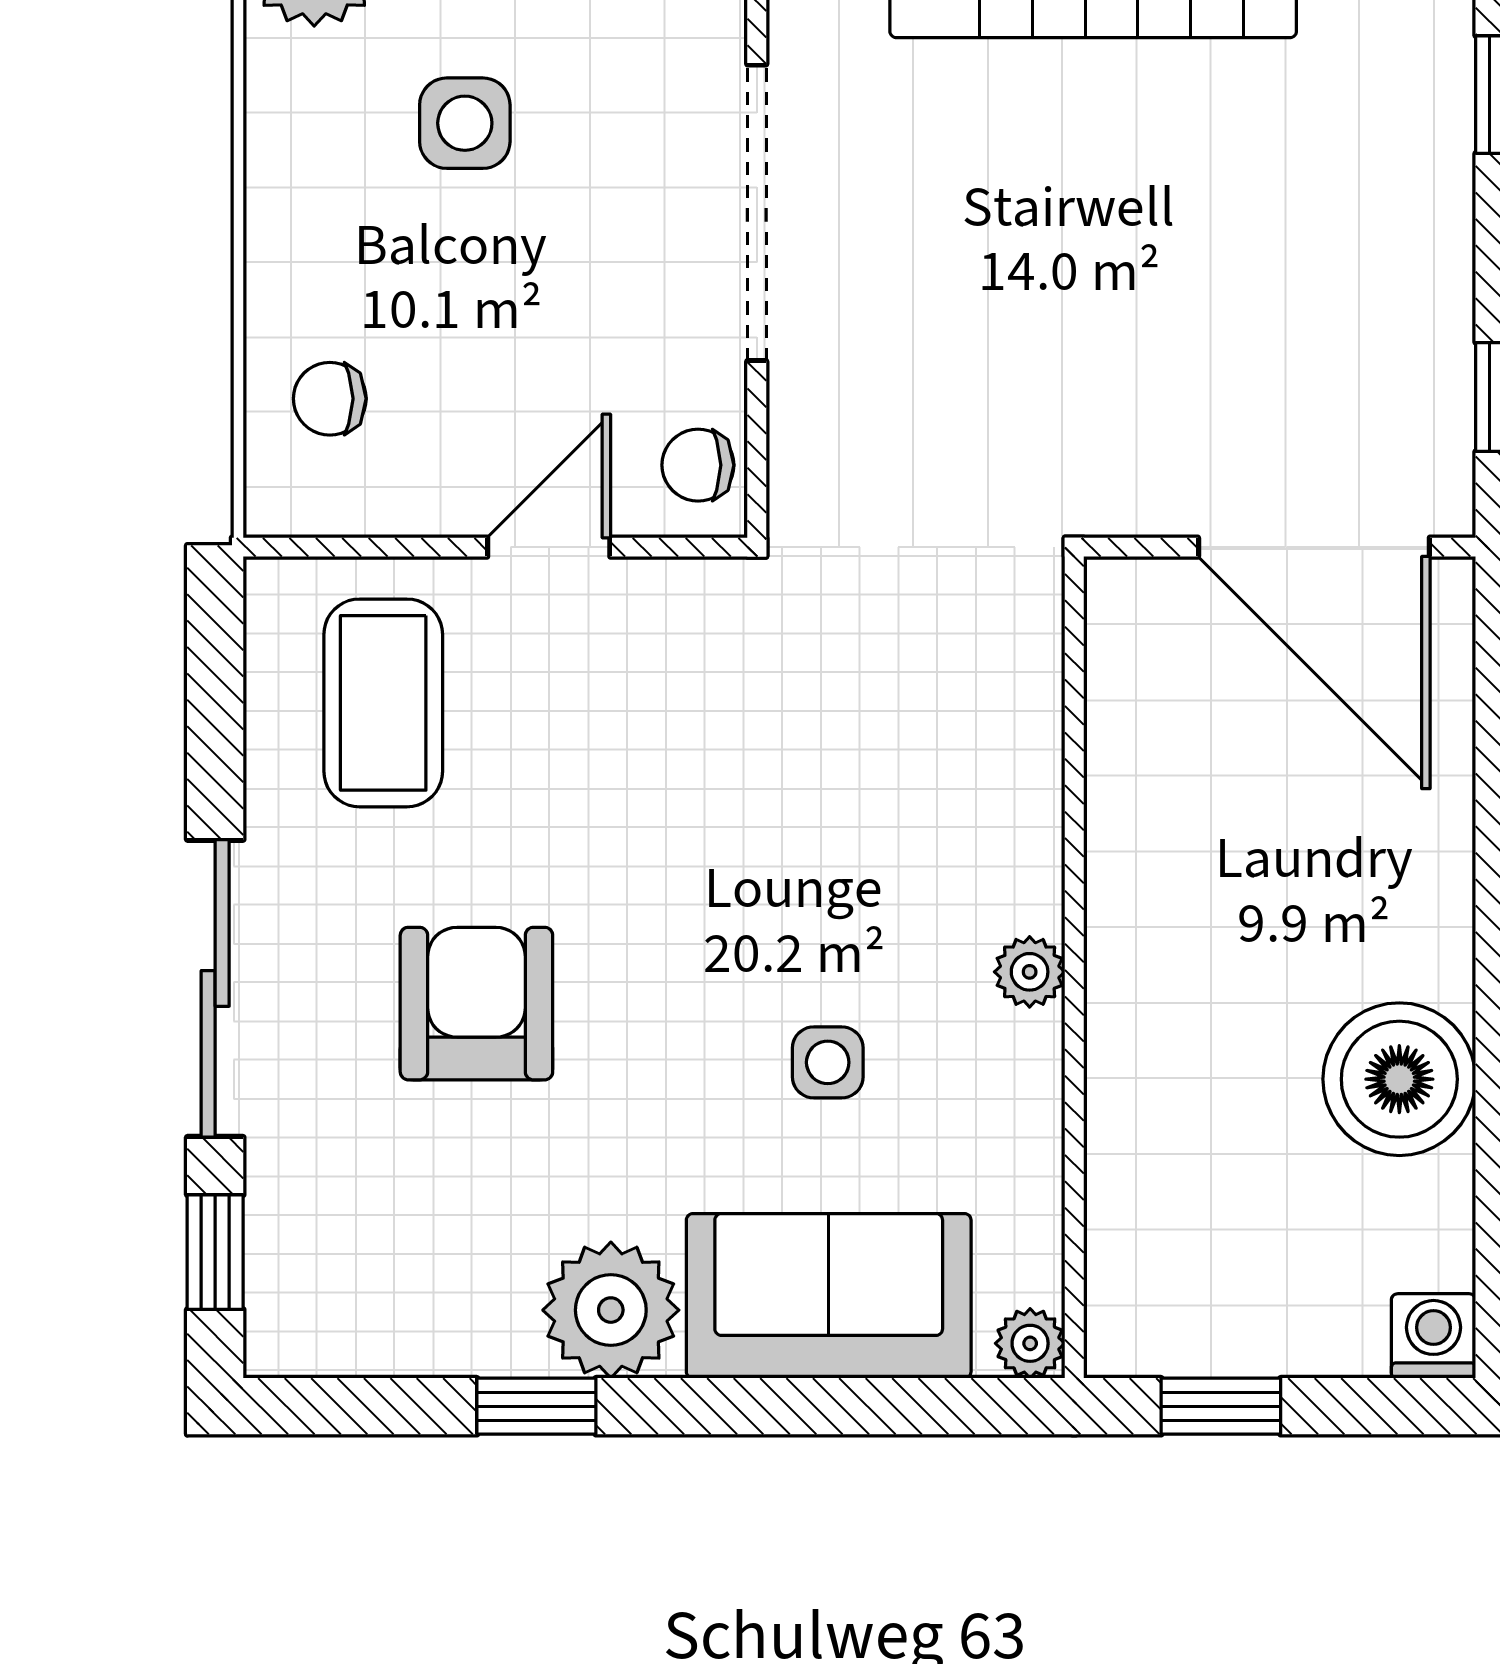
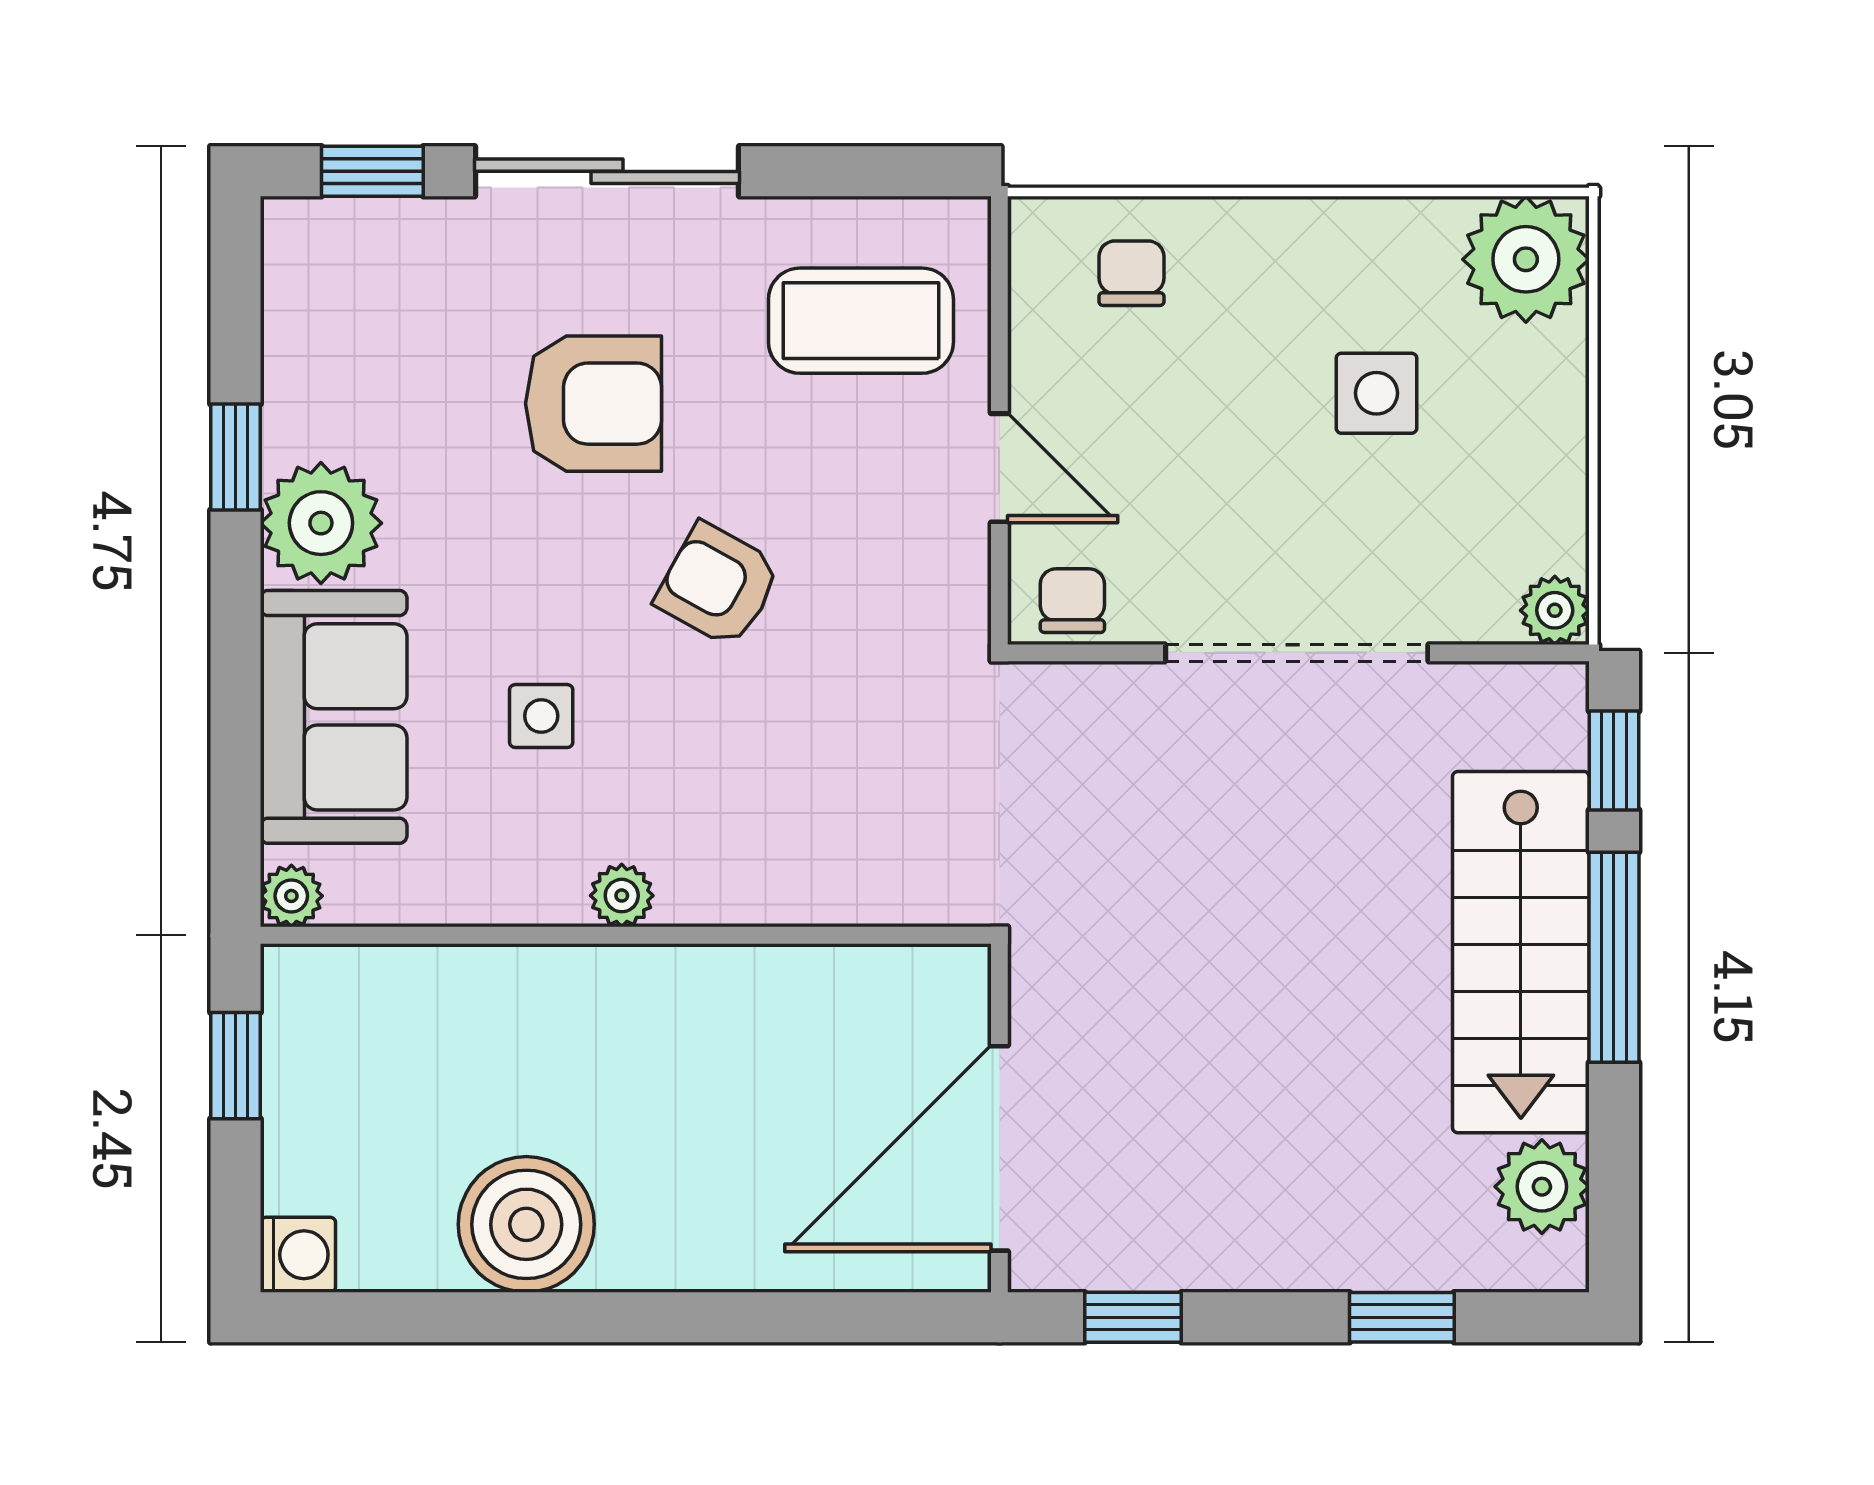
armchair: (680, 863) -> (718, 585), added

